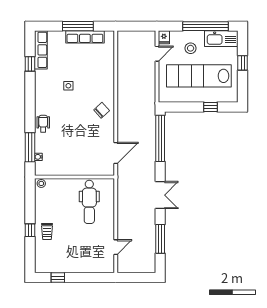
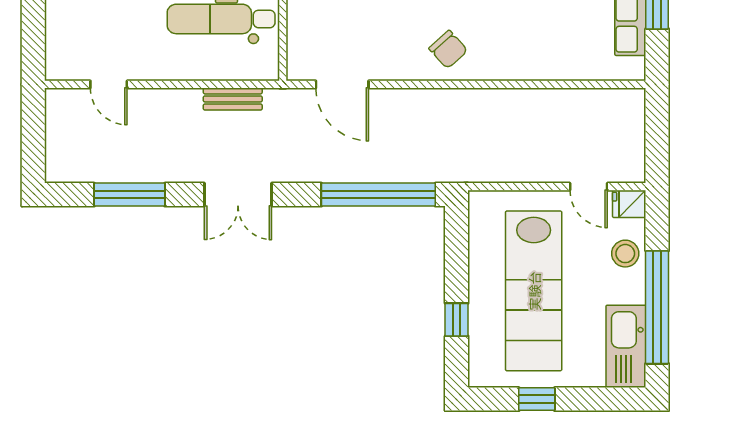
stool: (191, 48) -> (625, 254), moved
window: (243, 63) -> (537, 399), moved
lab bench: (199, 76) -> (534, 291), turned 180
bench: (122, 197) -> (233, 99), added

